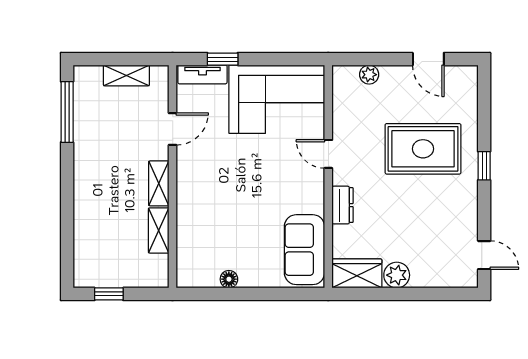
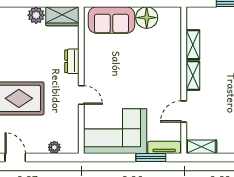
window: (223, 59) -> (151, 158), width x1.50
shelving: (126, 75) -> (201, 147), moved
sofa: (305, 250) -> (112, 20), moved, turned 90
floor lamp: (229, 279) -> (147, 18), width x1.89, depth x1.89

